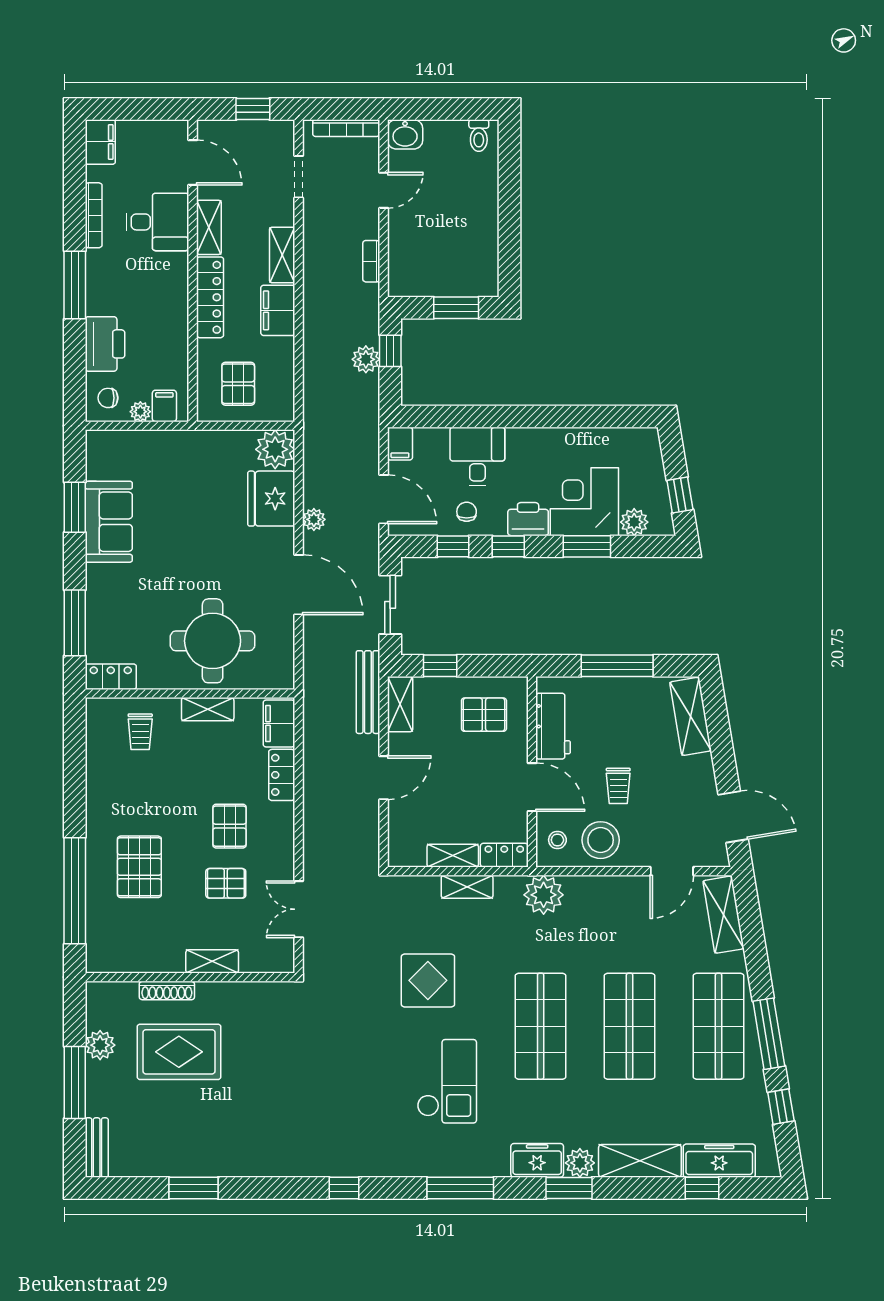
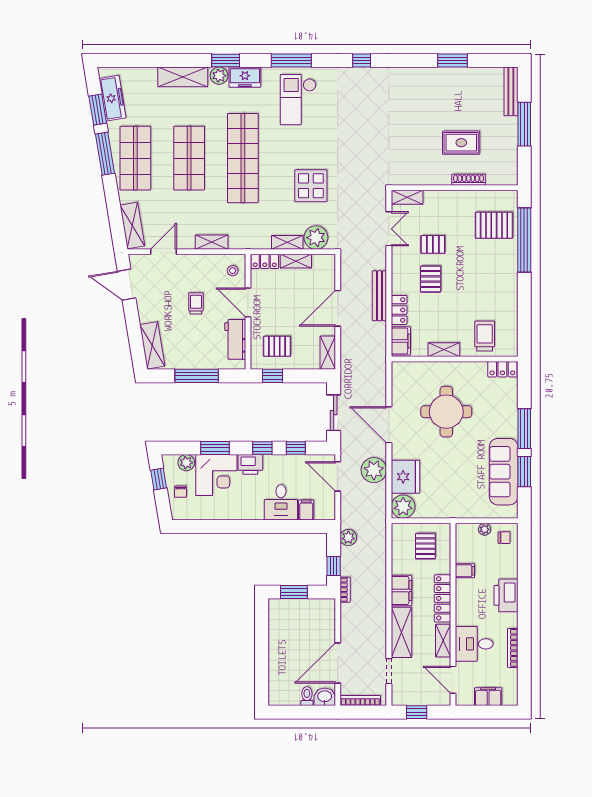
toilet: (479, 135) -> (307, 696), moved
filing cabinet: (100, 142) -> (488, 697), moved, turned 90
door: (384, 190) -> (338, 663), width x1.87
shelving: (282, 255) -> (401, 632), width x1.50, depth x1.33
bookcase: (371, 261) -> (345, 590), moved
window: (75, 285) -> (524, 606), removed
printer: (105, 344) -> (506, 595), moved
plant: (366, 359) -> (348, 538), moved
filing cabinet: (164, 406) -> (465, 571), moved, turned -90
filing cabinet: (400, 444) -> (306, 510), moved
chair: (467, 512) -> (180, 492), moved
plant: (314, 519) -> (374, 470), width x1.88, depth x1.88
sofa: (109, 522) -> (504, 472), width x1.36
window: (75, 623) -> (524, 429), moved
round table: (213, 641) -> (446, 412), moved
window: (440, 666) -> (273, 376), moved
bench: (368, 692) -> (379, 296), moved
trolley: (140, 732) -> (485, 336), width x1.36, depth x1.39
door: (384, 778) -> (338, 308), width x1.36
stool: (601, 840) -> (207, 271), removed
pallet: (139, 867) -> (494, 225), moved, turned 90
shelving: (592, 887) -> (212, 242), added
plant: (544, 895) -> (316, 238), moved
shelving: (212, 961) -> (407, 197), moved
shop shelf: (541, 1026) -> (243, 158), width x1.40
plant: (100, 1045) -> (509, 147), removed
rug: (179, 1052) -> (461, 143), width x0.73, depth x0.70
checkout: (447, 1081) -> (298, 100), moved
window: (781, 1107) -> (98, 110), width x1.50
bench: (97, 1148) -> (511, 91), width x1.36
freezer: (719, 1161) -> (113, 98), moved, turned -99
window: (702, 1188) -> (145, 60), removed

